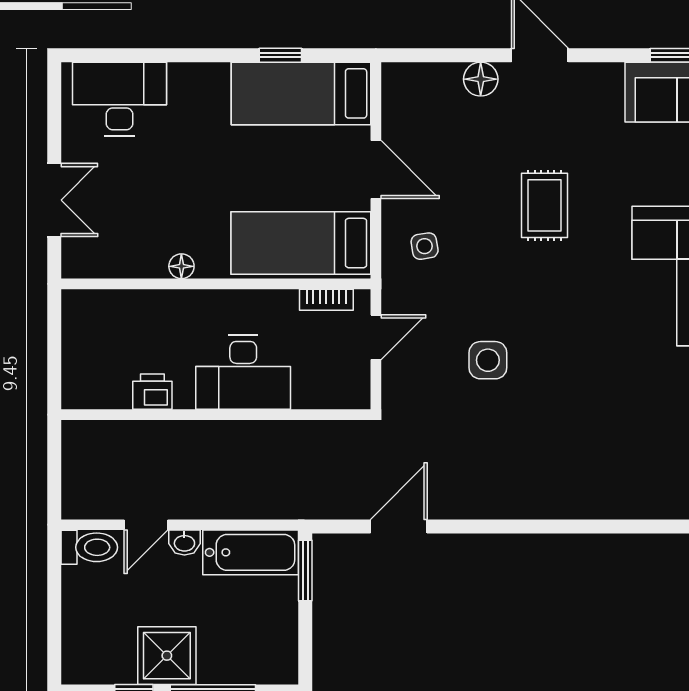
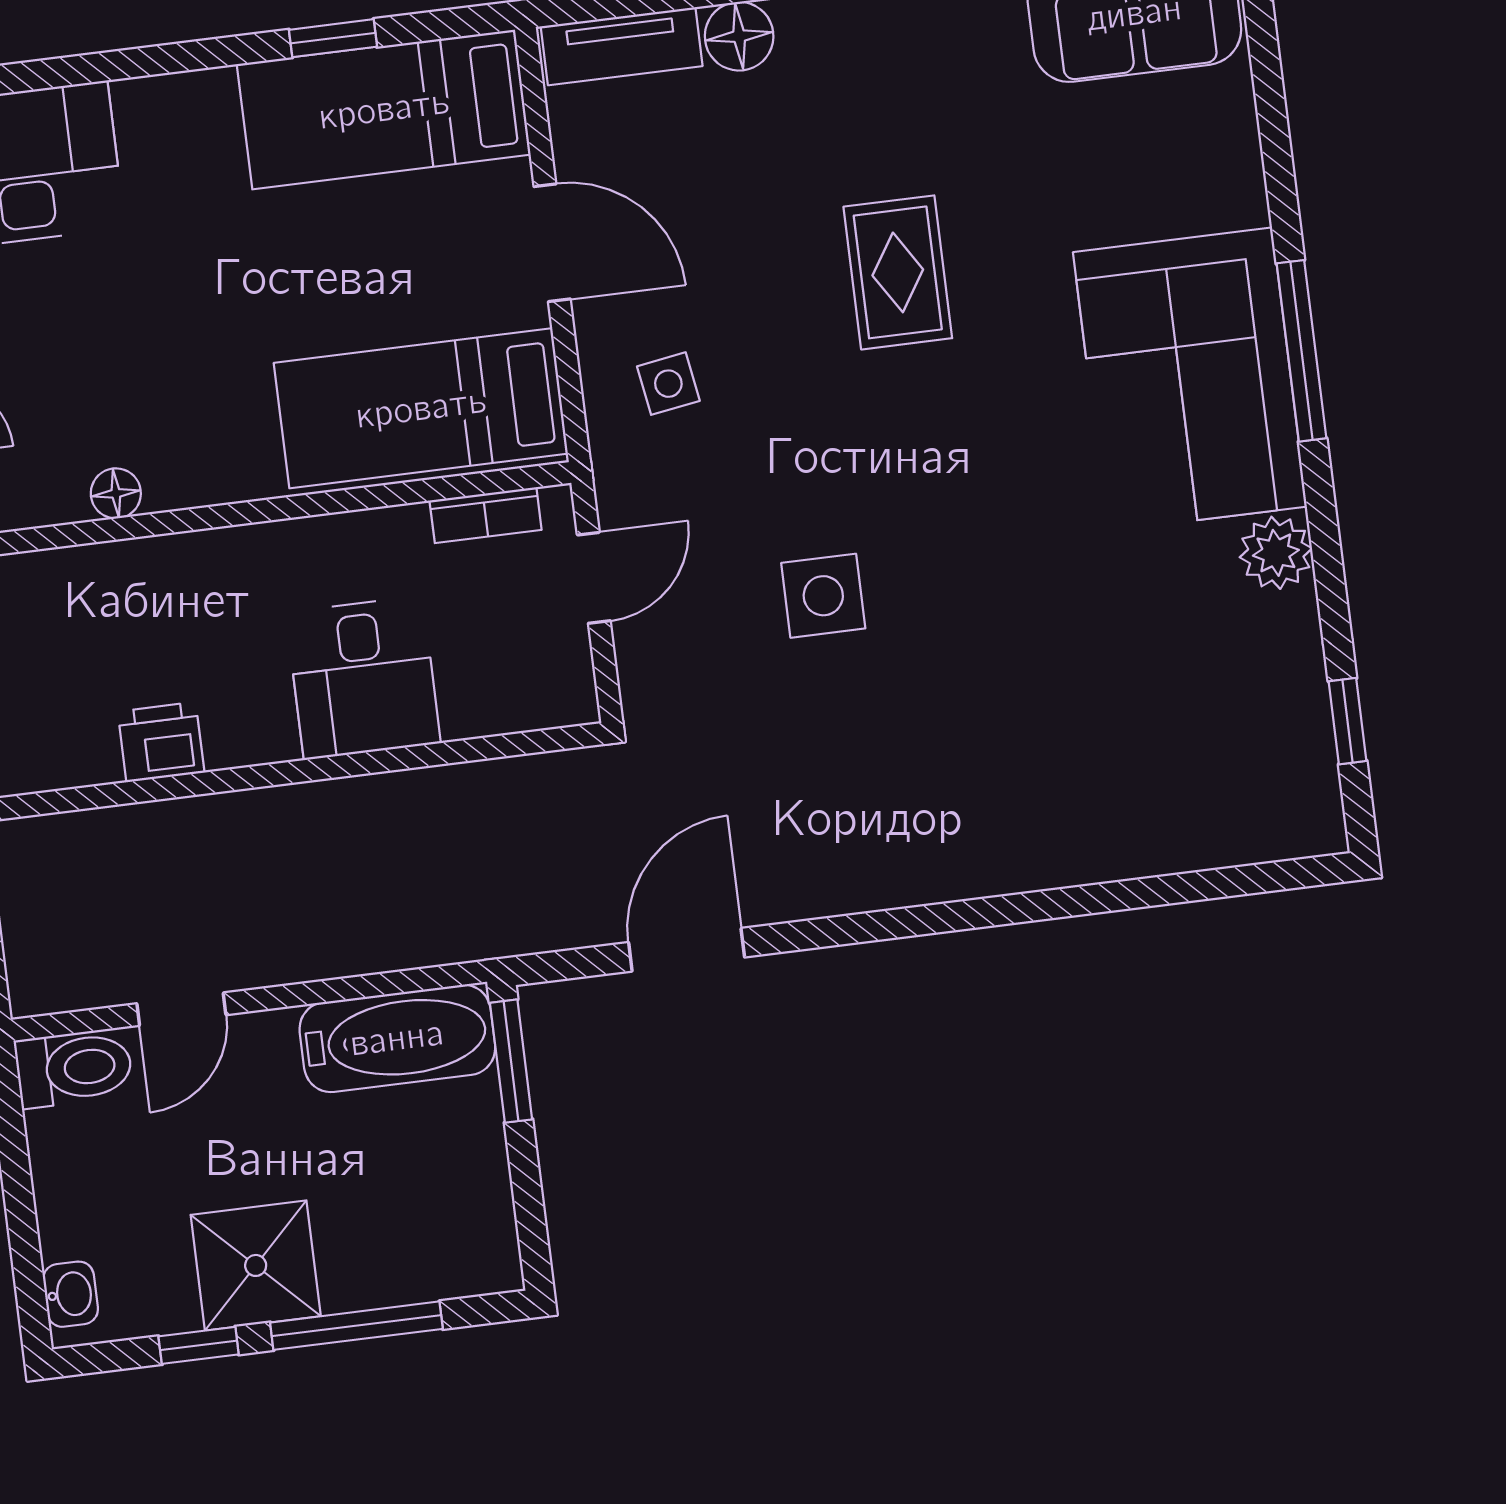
tv unit: (422, 77) -> (622, 46), added
floor lamp: (181, 266) -> (116, 493), moved
desk: (243, 372) -> (363, 678), width x0.73
washbasin: (184, 543) -> (71, 1294), moved, turned -90

